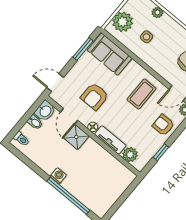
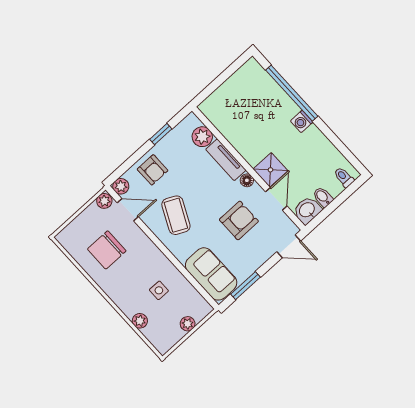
plant: (123, 22) -> (188, 324), width x0.53, depth x0.53
coffee table: (141, 94) -> (176, 215), turned -64

